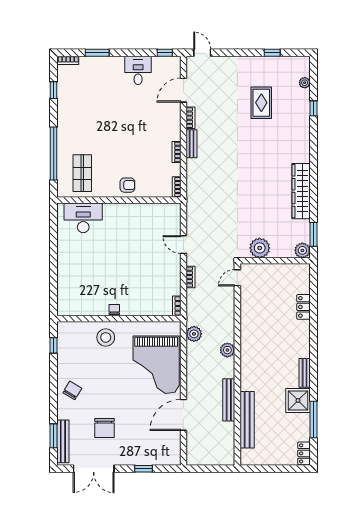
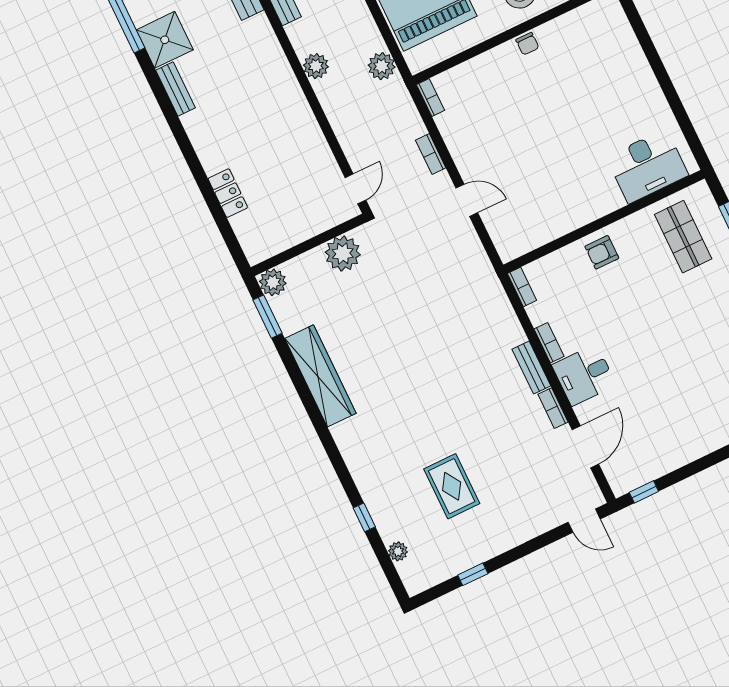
desk: (138, 70) -> (584, 375), moved, turned 90

